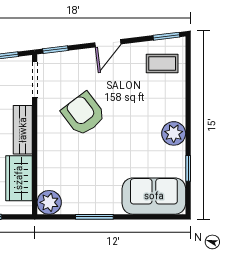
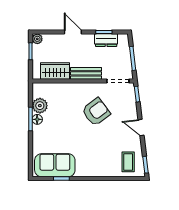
plant: (174, 133) -> (84, 169), removed
sofa: (154, 196) -> (55, 165), moved, turned -90
plant: (49, 202) -> (40, 106), moved
floor lamp: (95, 206) -> (37, 119), added

